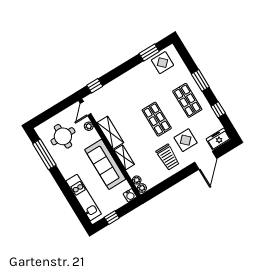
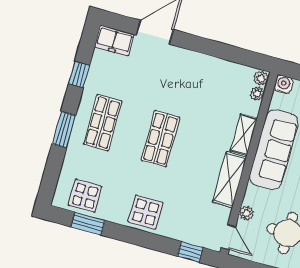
door: (86, 109) -> (228, 237), hinge flipped
display table: (186, 140) -> (146, 212), moved
trolley: (168, 157) -> (194, 82), removed

